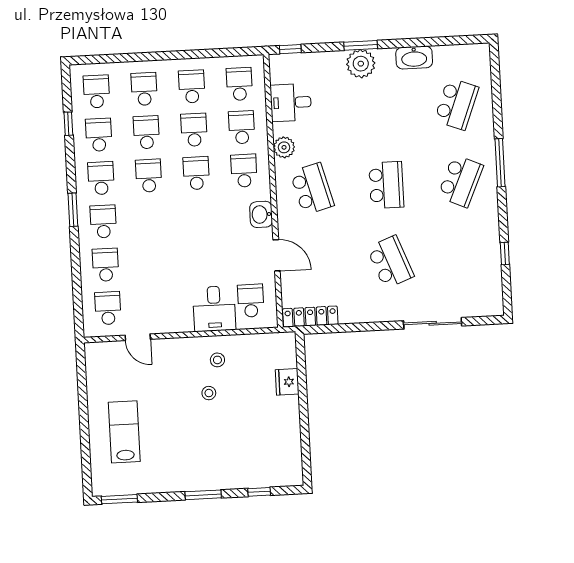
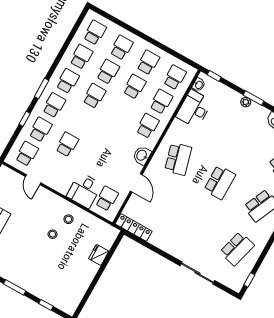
plant: (361, 64) -> (246, 102), width x0.53, depth x0.53
washbasin: (277, 74) -> (199, 85), added
desk: (291, 103) -> (194, 109), width x1.37
window: (68, 124) -> (25, 119), moved
plant: (284, 147) -> (177, 127), removed
school desk: (196, 173) -> (67, 144), moved
window: (505, 253) -> (249, 280), moved
school desk: (390, 262) -> (237, 249), moved, turned 36

